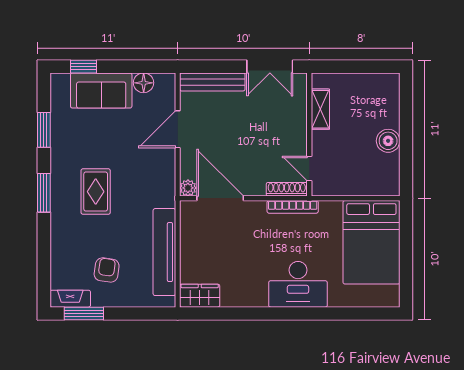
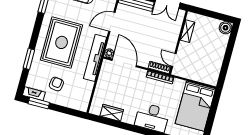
boiler: (388, 141) -> (226, 28), moved
rug: (96, 192) -> (62, 42), width x1.86, depth x2.06
window: (44, 193) -> (29, 59), moved
tv unit: (164, 252) -> (95, 58), moved
wardrobe: (200, 296) -> (112, 113), moved

